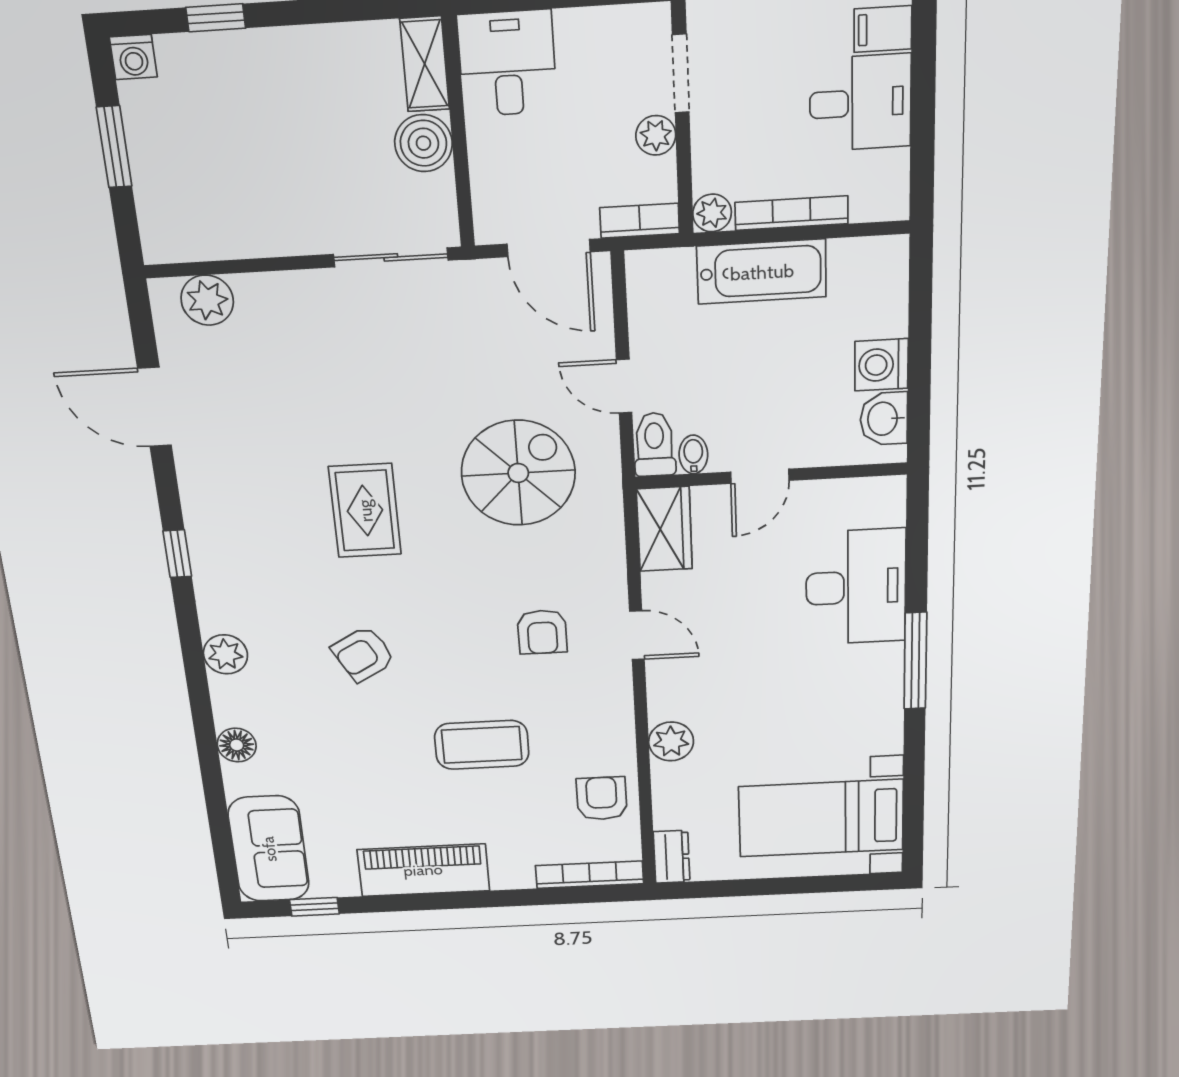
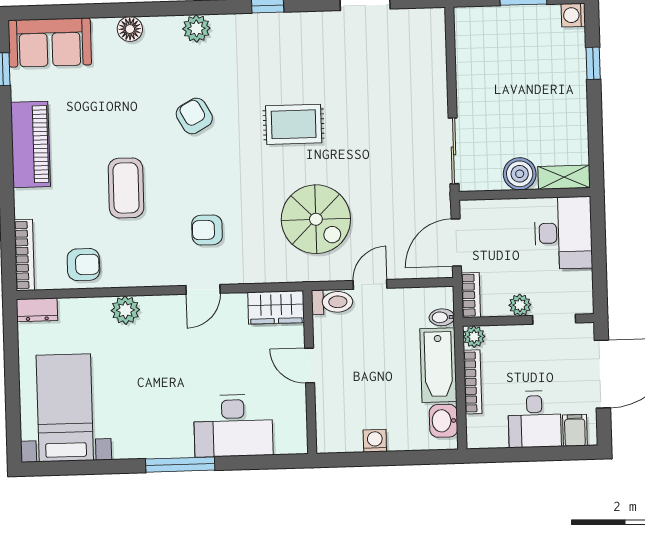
desk: (507, 63) -> (563, 233), width x1.37
plant: (207, 300) -> (431, 41), removed
washing machine: (881, 365) -> (375, 441), width x0.73, depth x0.73
washbasin: (884, 419) -> (444, 421), moved, turned -90
bidet: (693, 454) -> (442, 317), moved, turned 180

